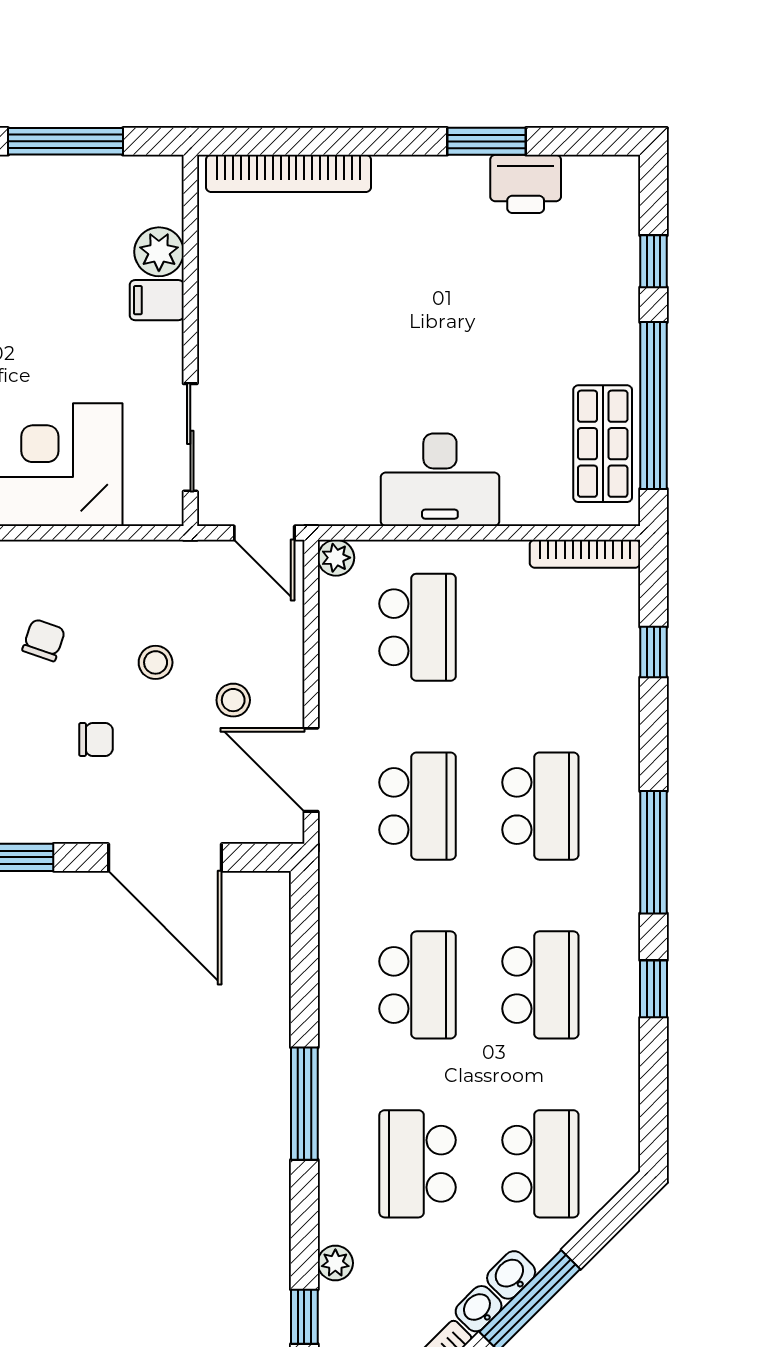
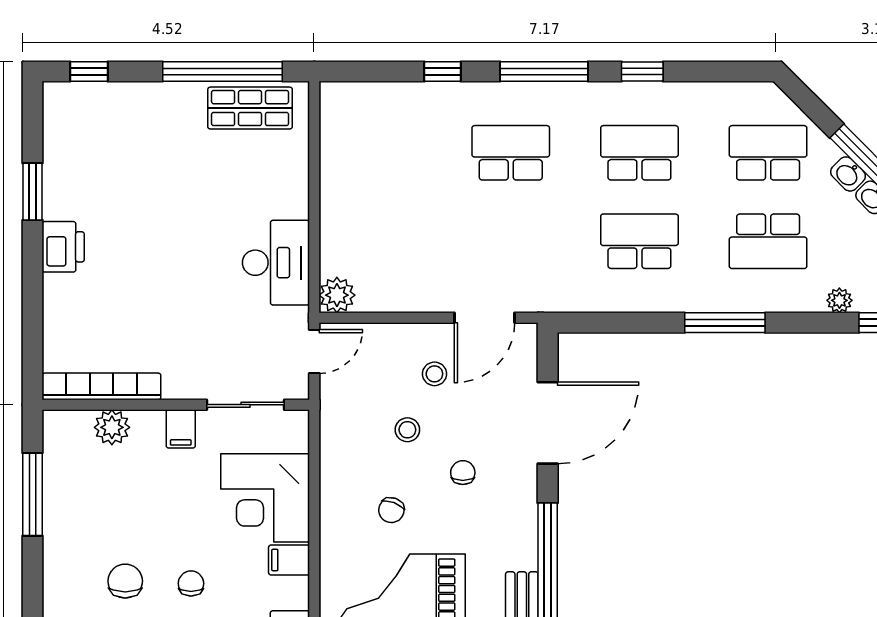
bookcase: (289, 173) -> (101, 386), moved, turned -90
printer: (526, 184) -> (63, 247), moved
window: (654, 261) -> (89, 71), moved
filing cabinet: (157, 300) -> (181, 429), moved
desk: (440, 480) -> (276, 263), moved
bookcase: (585, 554) -> (329, 121), removed
plant: (336, 558) -> (337, 295), width x1.38, depth x1.38
school desk: (418, 627) -> (382, 241), removed
chair: (44, 640) -> (391, 510), turned -89
window: (654, 652) -> (443, 71), moved
school desk: (418, 806) -> (511, 241), removed

